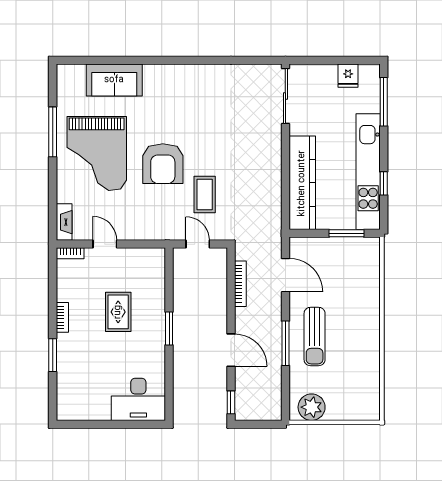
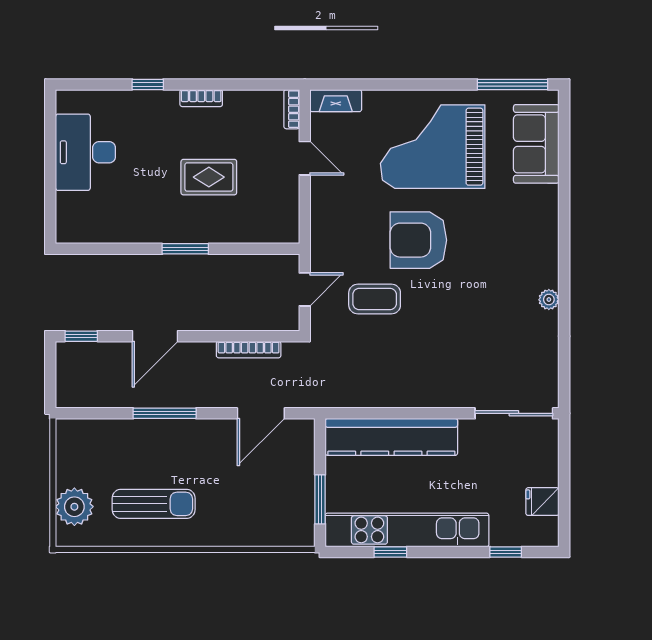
plant: (205, 71) -> (549, 300), added
sofa: (114, 80) -> (536, 144), moved
window: (384, 102) -> (506, 552), width x0.46
window: (53, 132) -> (513, 84), moved
door: (105, 244) -> (305, 158), hinge flipped
sun lounger: (315, 336) -> (154, 504), moved, turned 180
window: (53, 355) -> (148, 84), width x0.67
desk: (138, 399) -> (85, 152), moved
plant: (312, 407) -> (74, 507), moved

